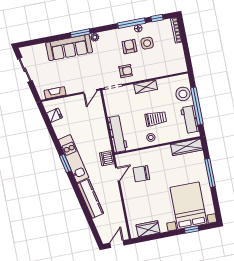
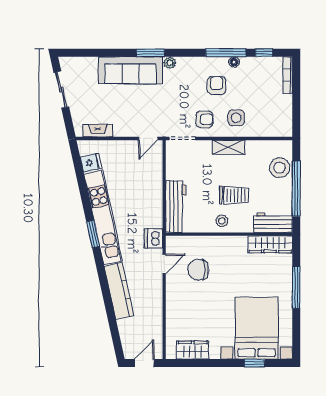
side table: (147, 43) -> (236, 118), moved
workbench: (190, 119) -> (273, 223), moved, turned 90
kitchen unit: (73, 159) -> (103, 217), width x1.36

